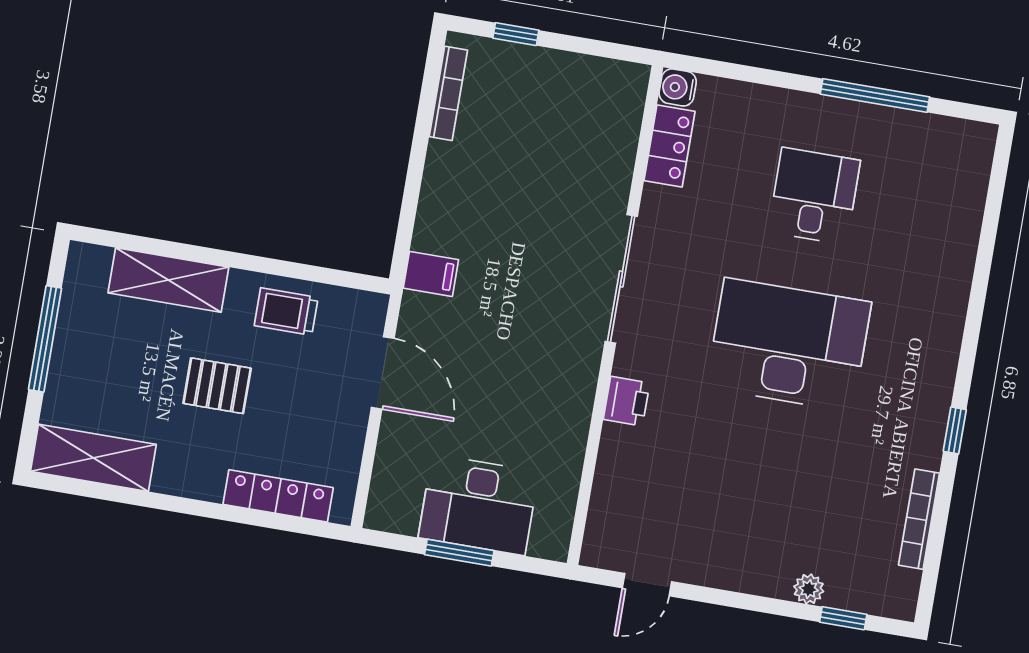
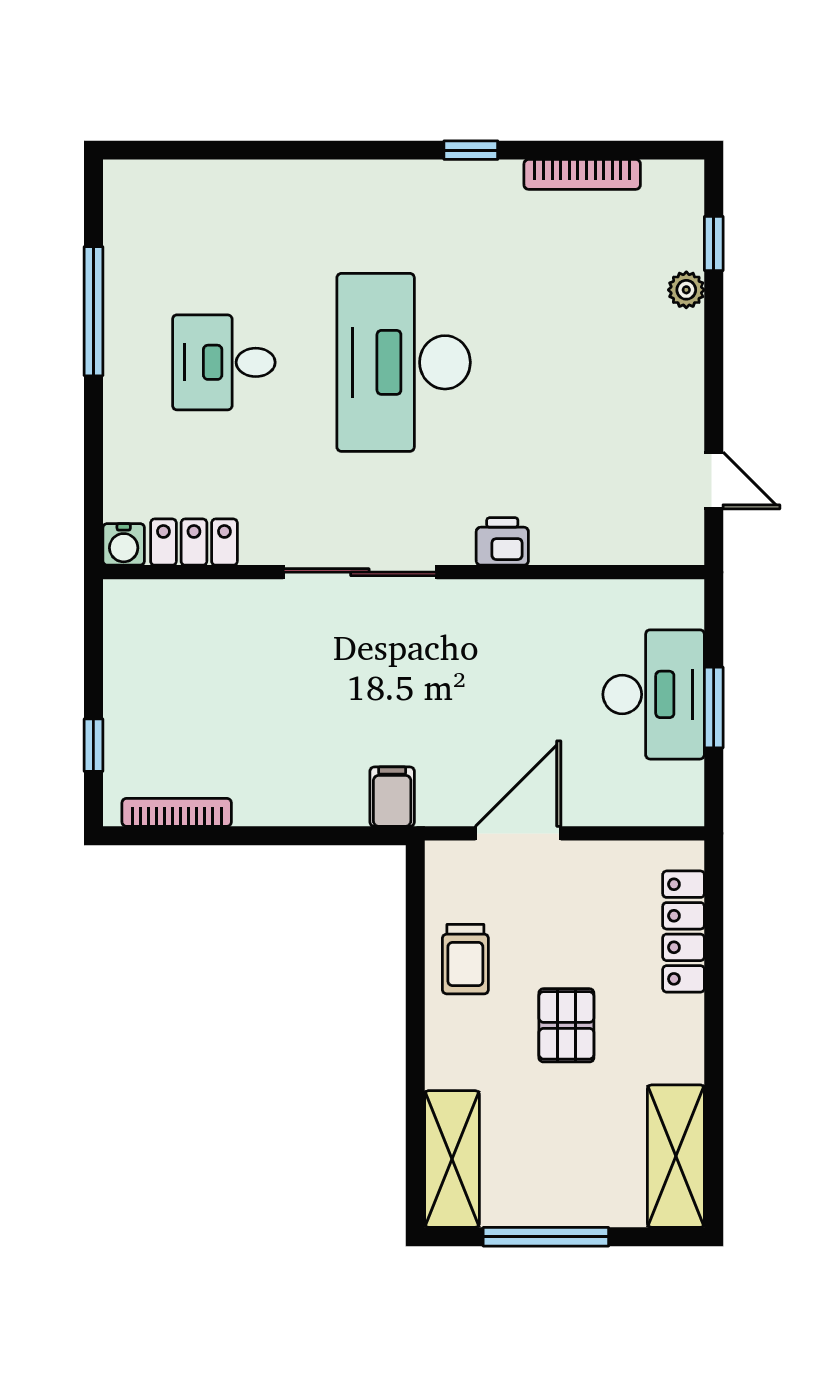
shelving: (168, 280) -> (452, 1159), moved

